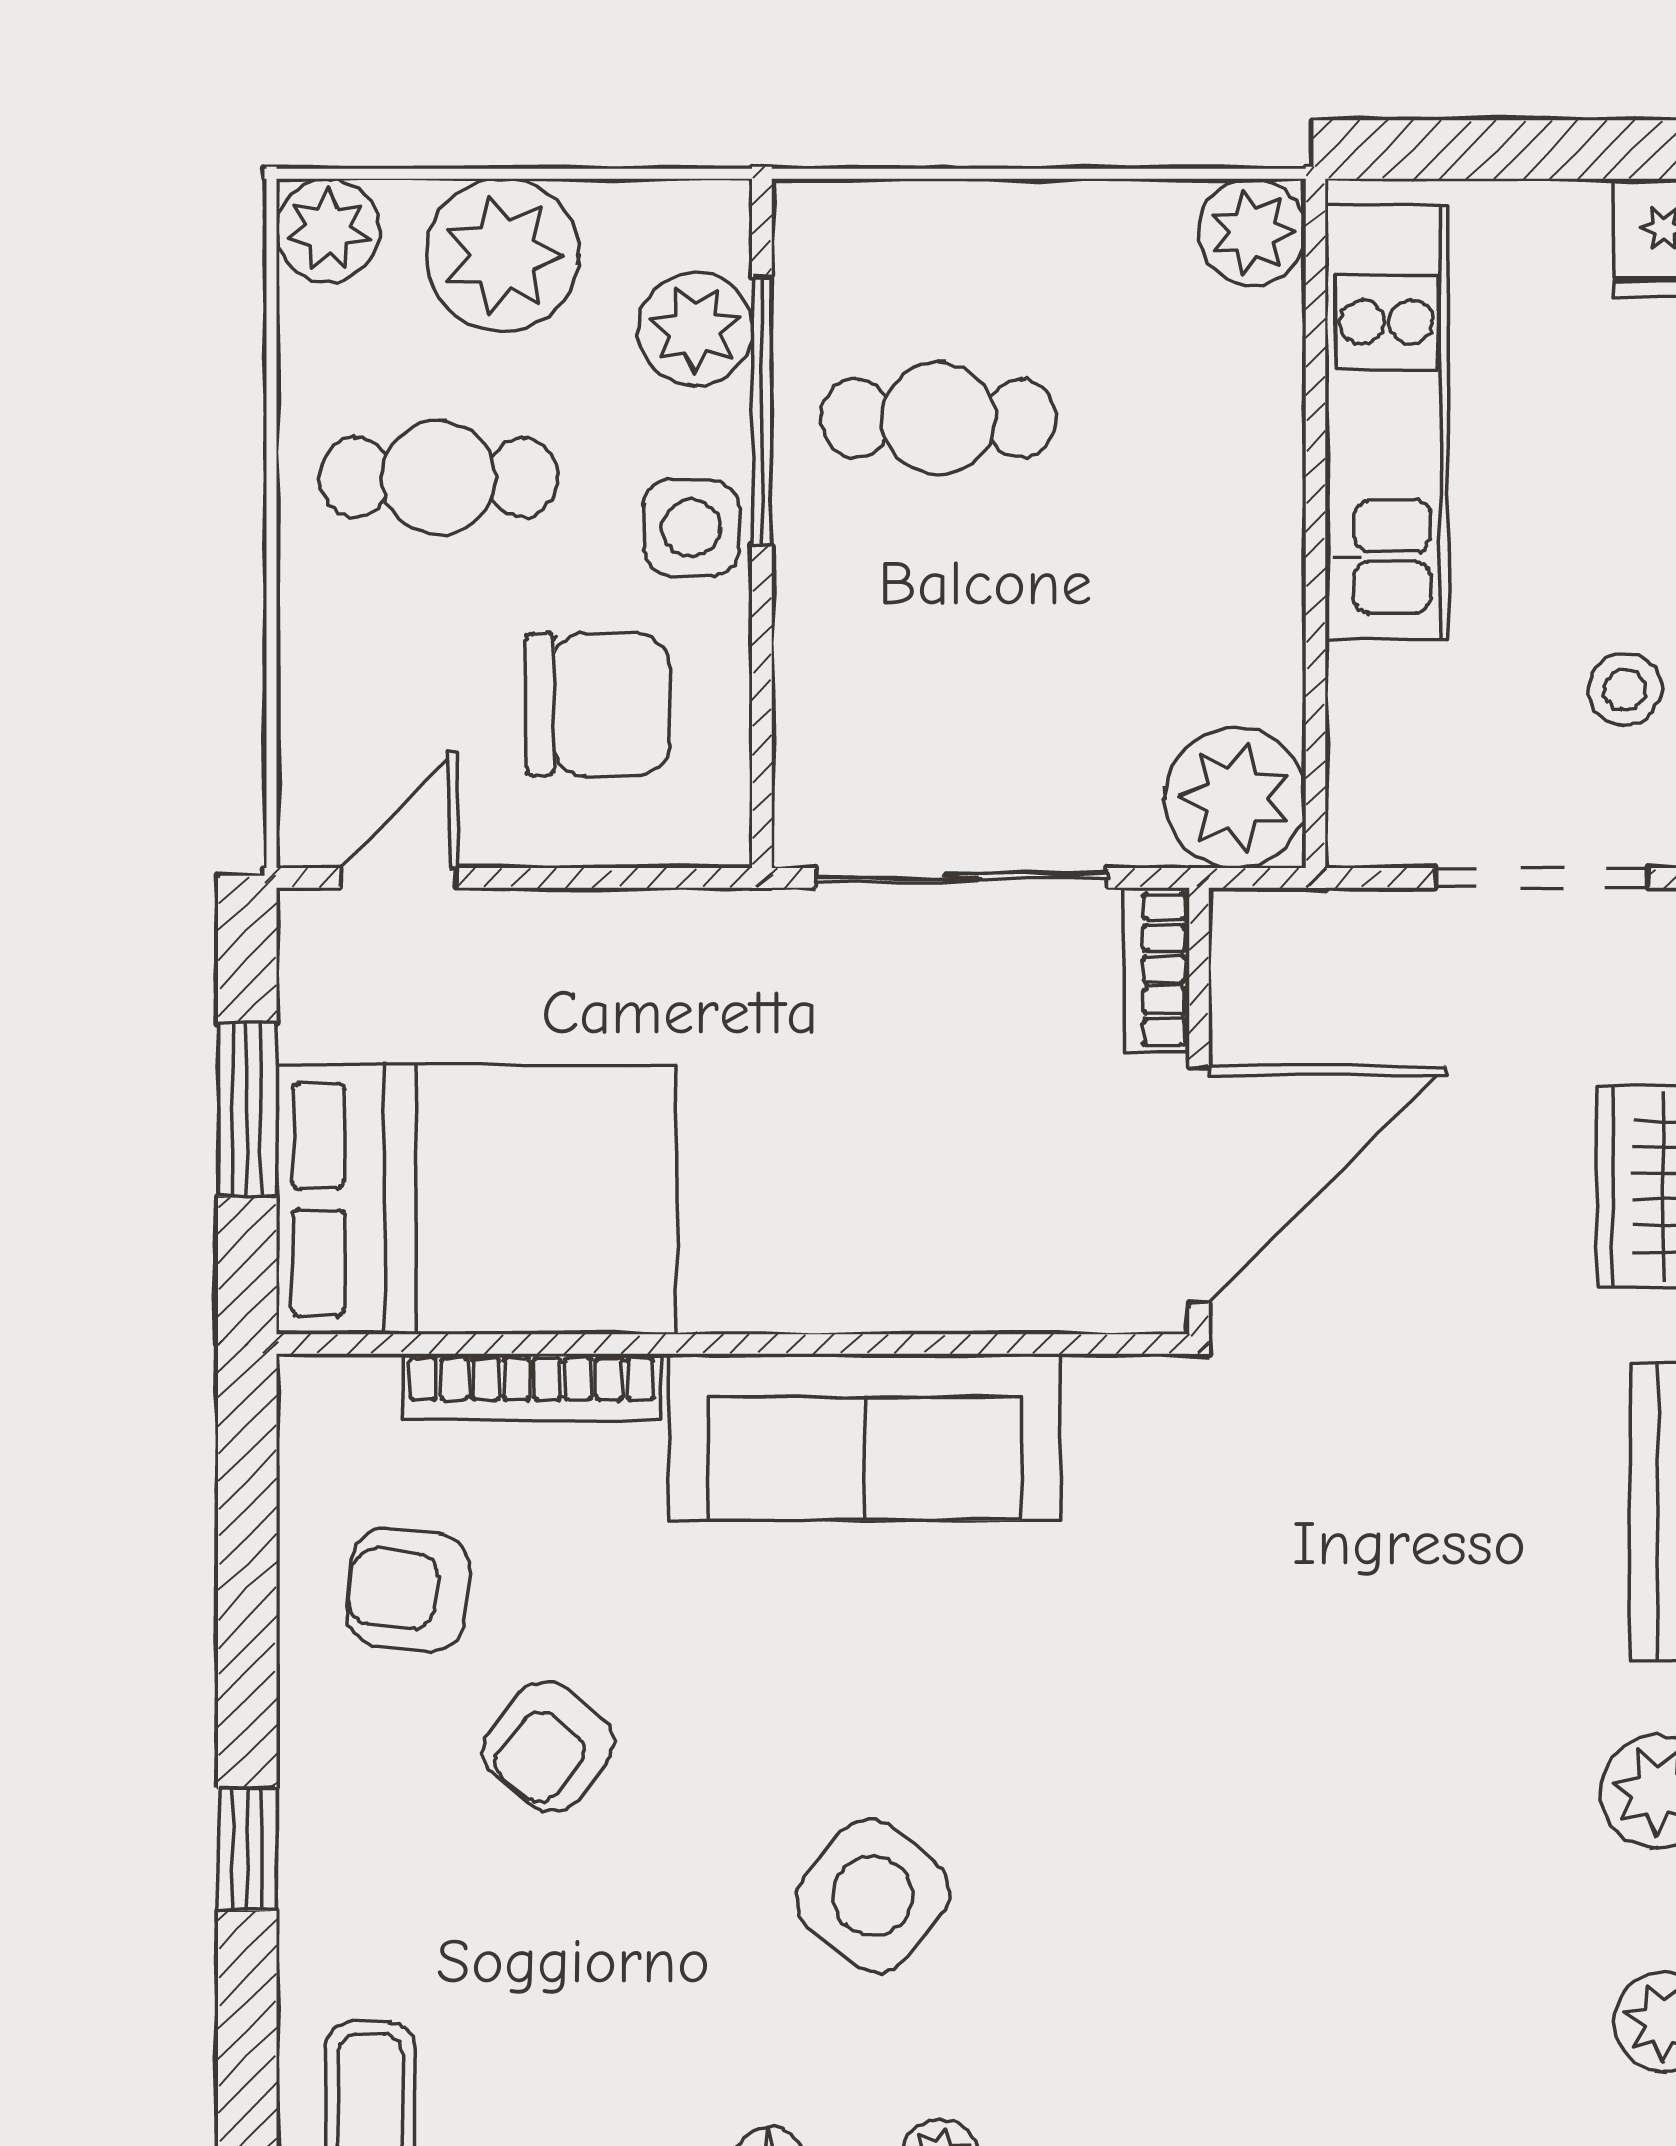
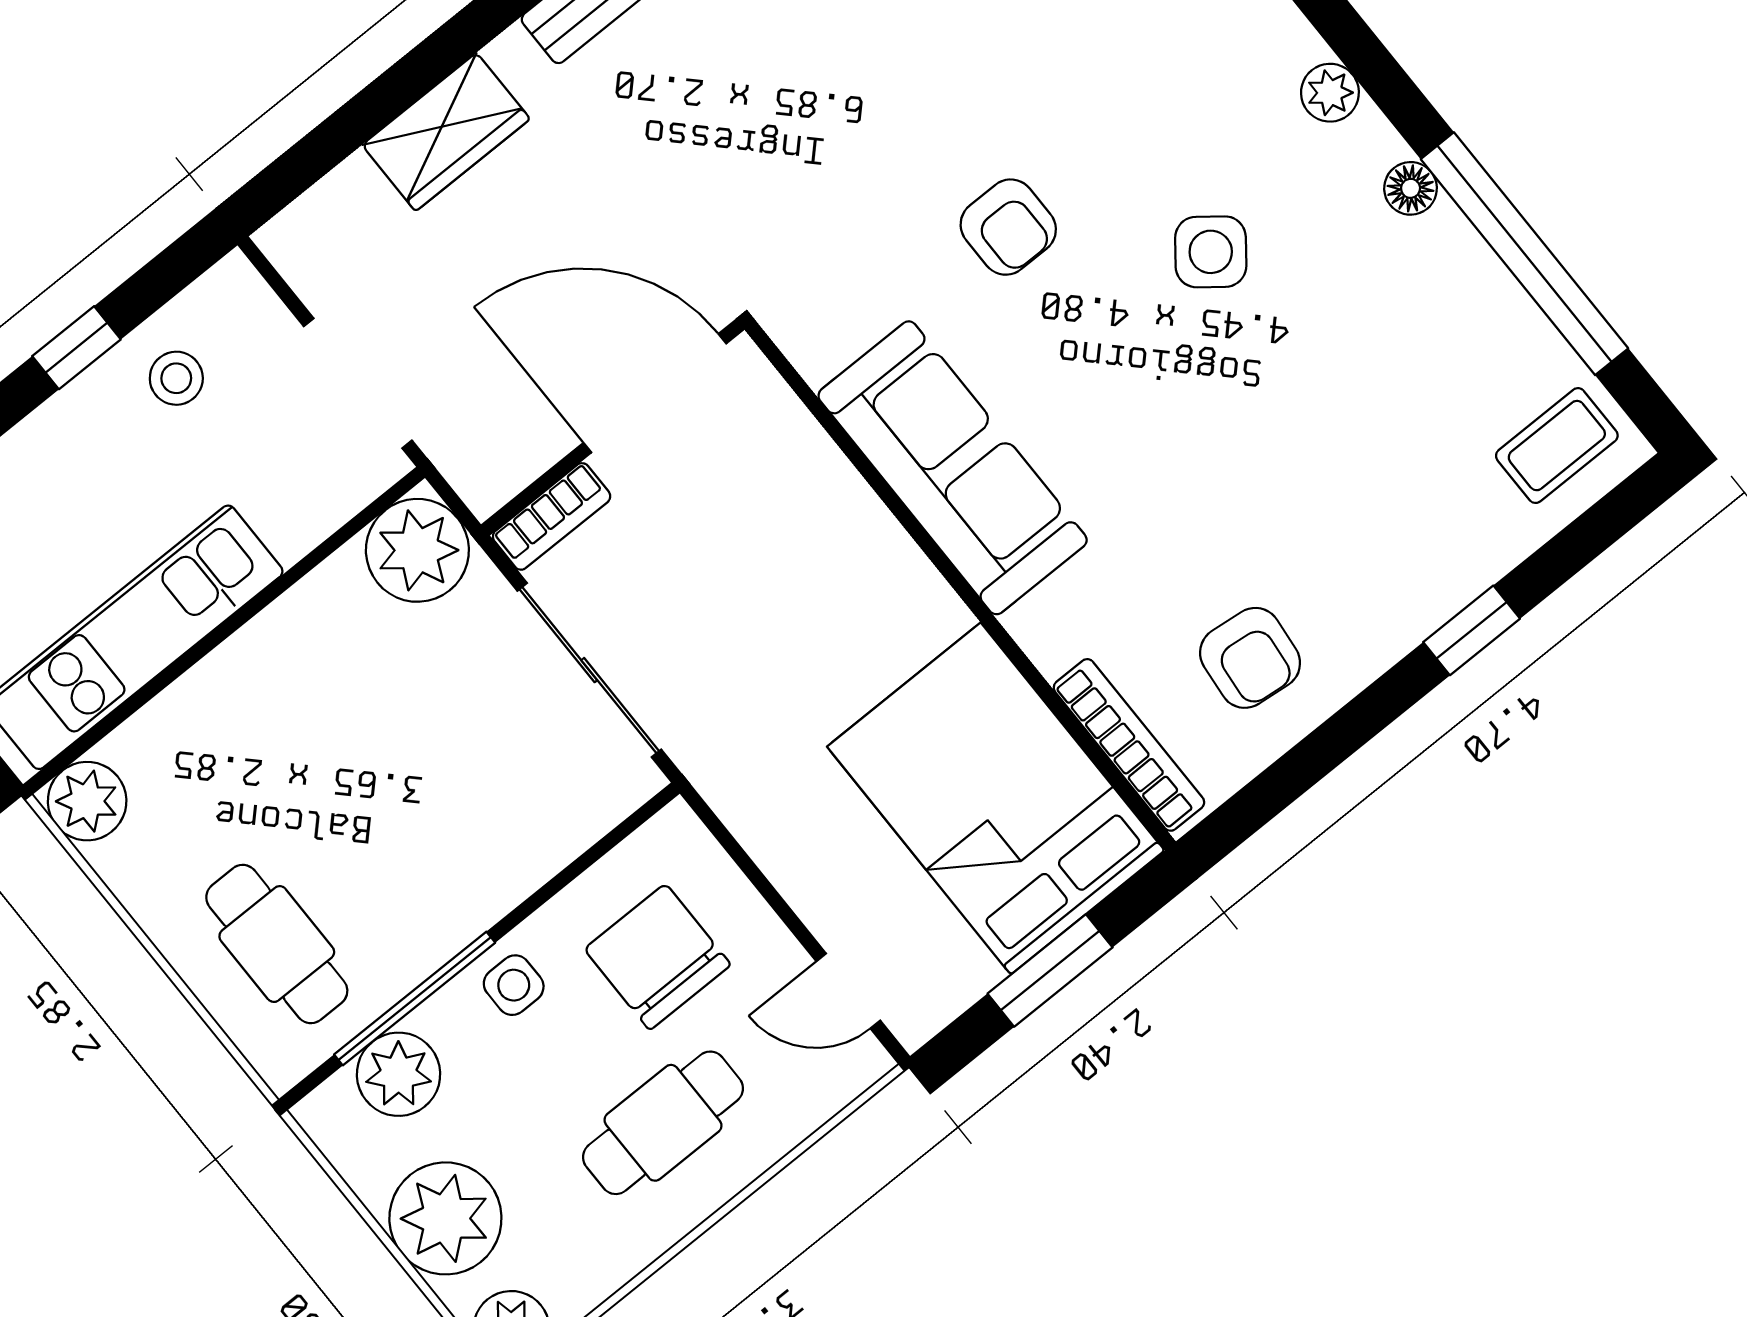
cafe table: (938, 418) -> (277, 944), moved
cafe table: (439, 477) -> (663, 1123), moved, turned 90
side table: (691, 528) -> (514, 985), width x0.73, depth x0.73
doorway: (1542, 878) -> (358, 383), moved
bookcase: (532, 1387) -> (1129, 745), moved
armchair: (548, 1747) -> (1008, 227), moved, turned 51
side table: (873, 1896) -> (1211, 252), width x0.73, depth x0.73

